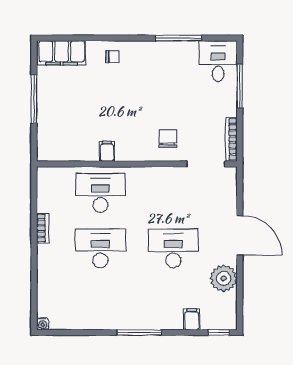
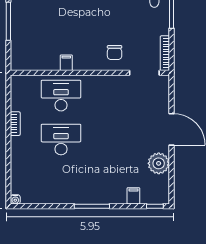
chair: (168, 138) -> (115, 53), turned 180
desk: (173, 248) -> (119, 140), removed

